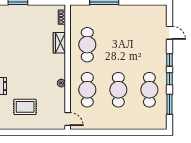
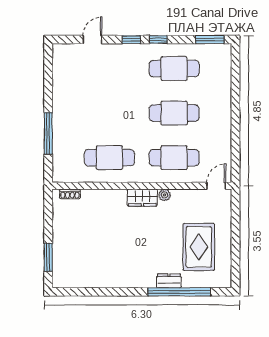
wardrobe: (59, 43) -> (142, 198), moved
window: (170, 104) -> (210, 40), moved
rug: (25, 107) -> (199, 247), width x1.36, depth x1.43

